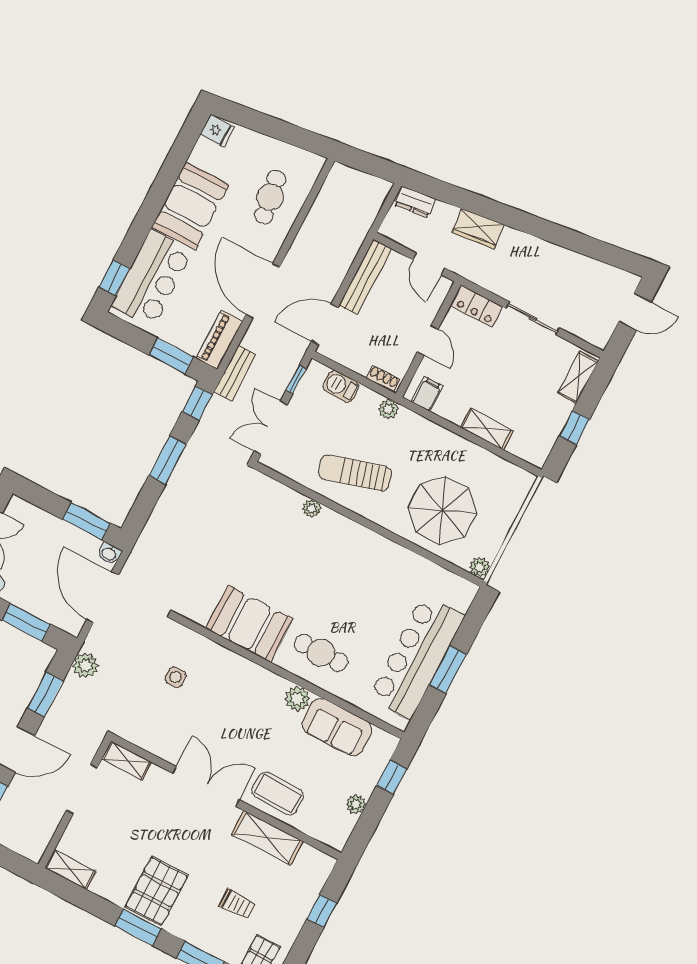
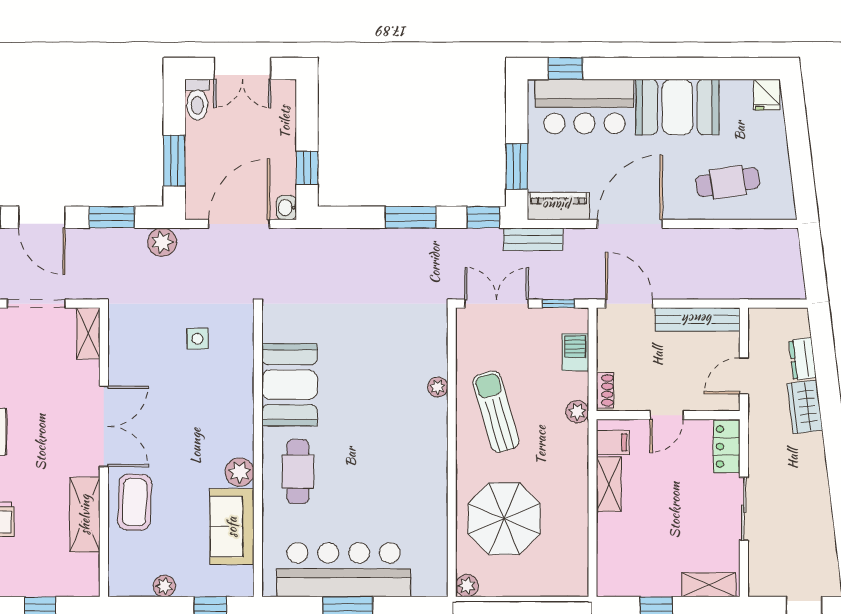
dresser: (415, 202) -> (802, 359), moved
shelving: (487, 429) -> (609, 484), moved
window: (86, 521) -> (307, 168), width x0.67

